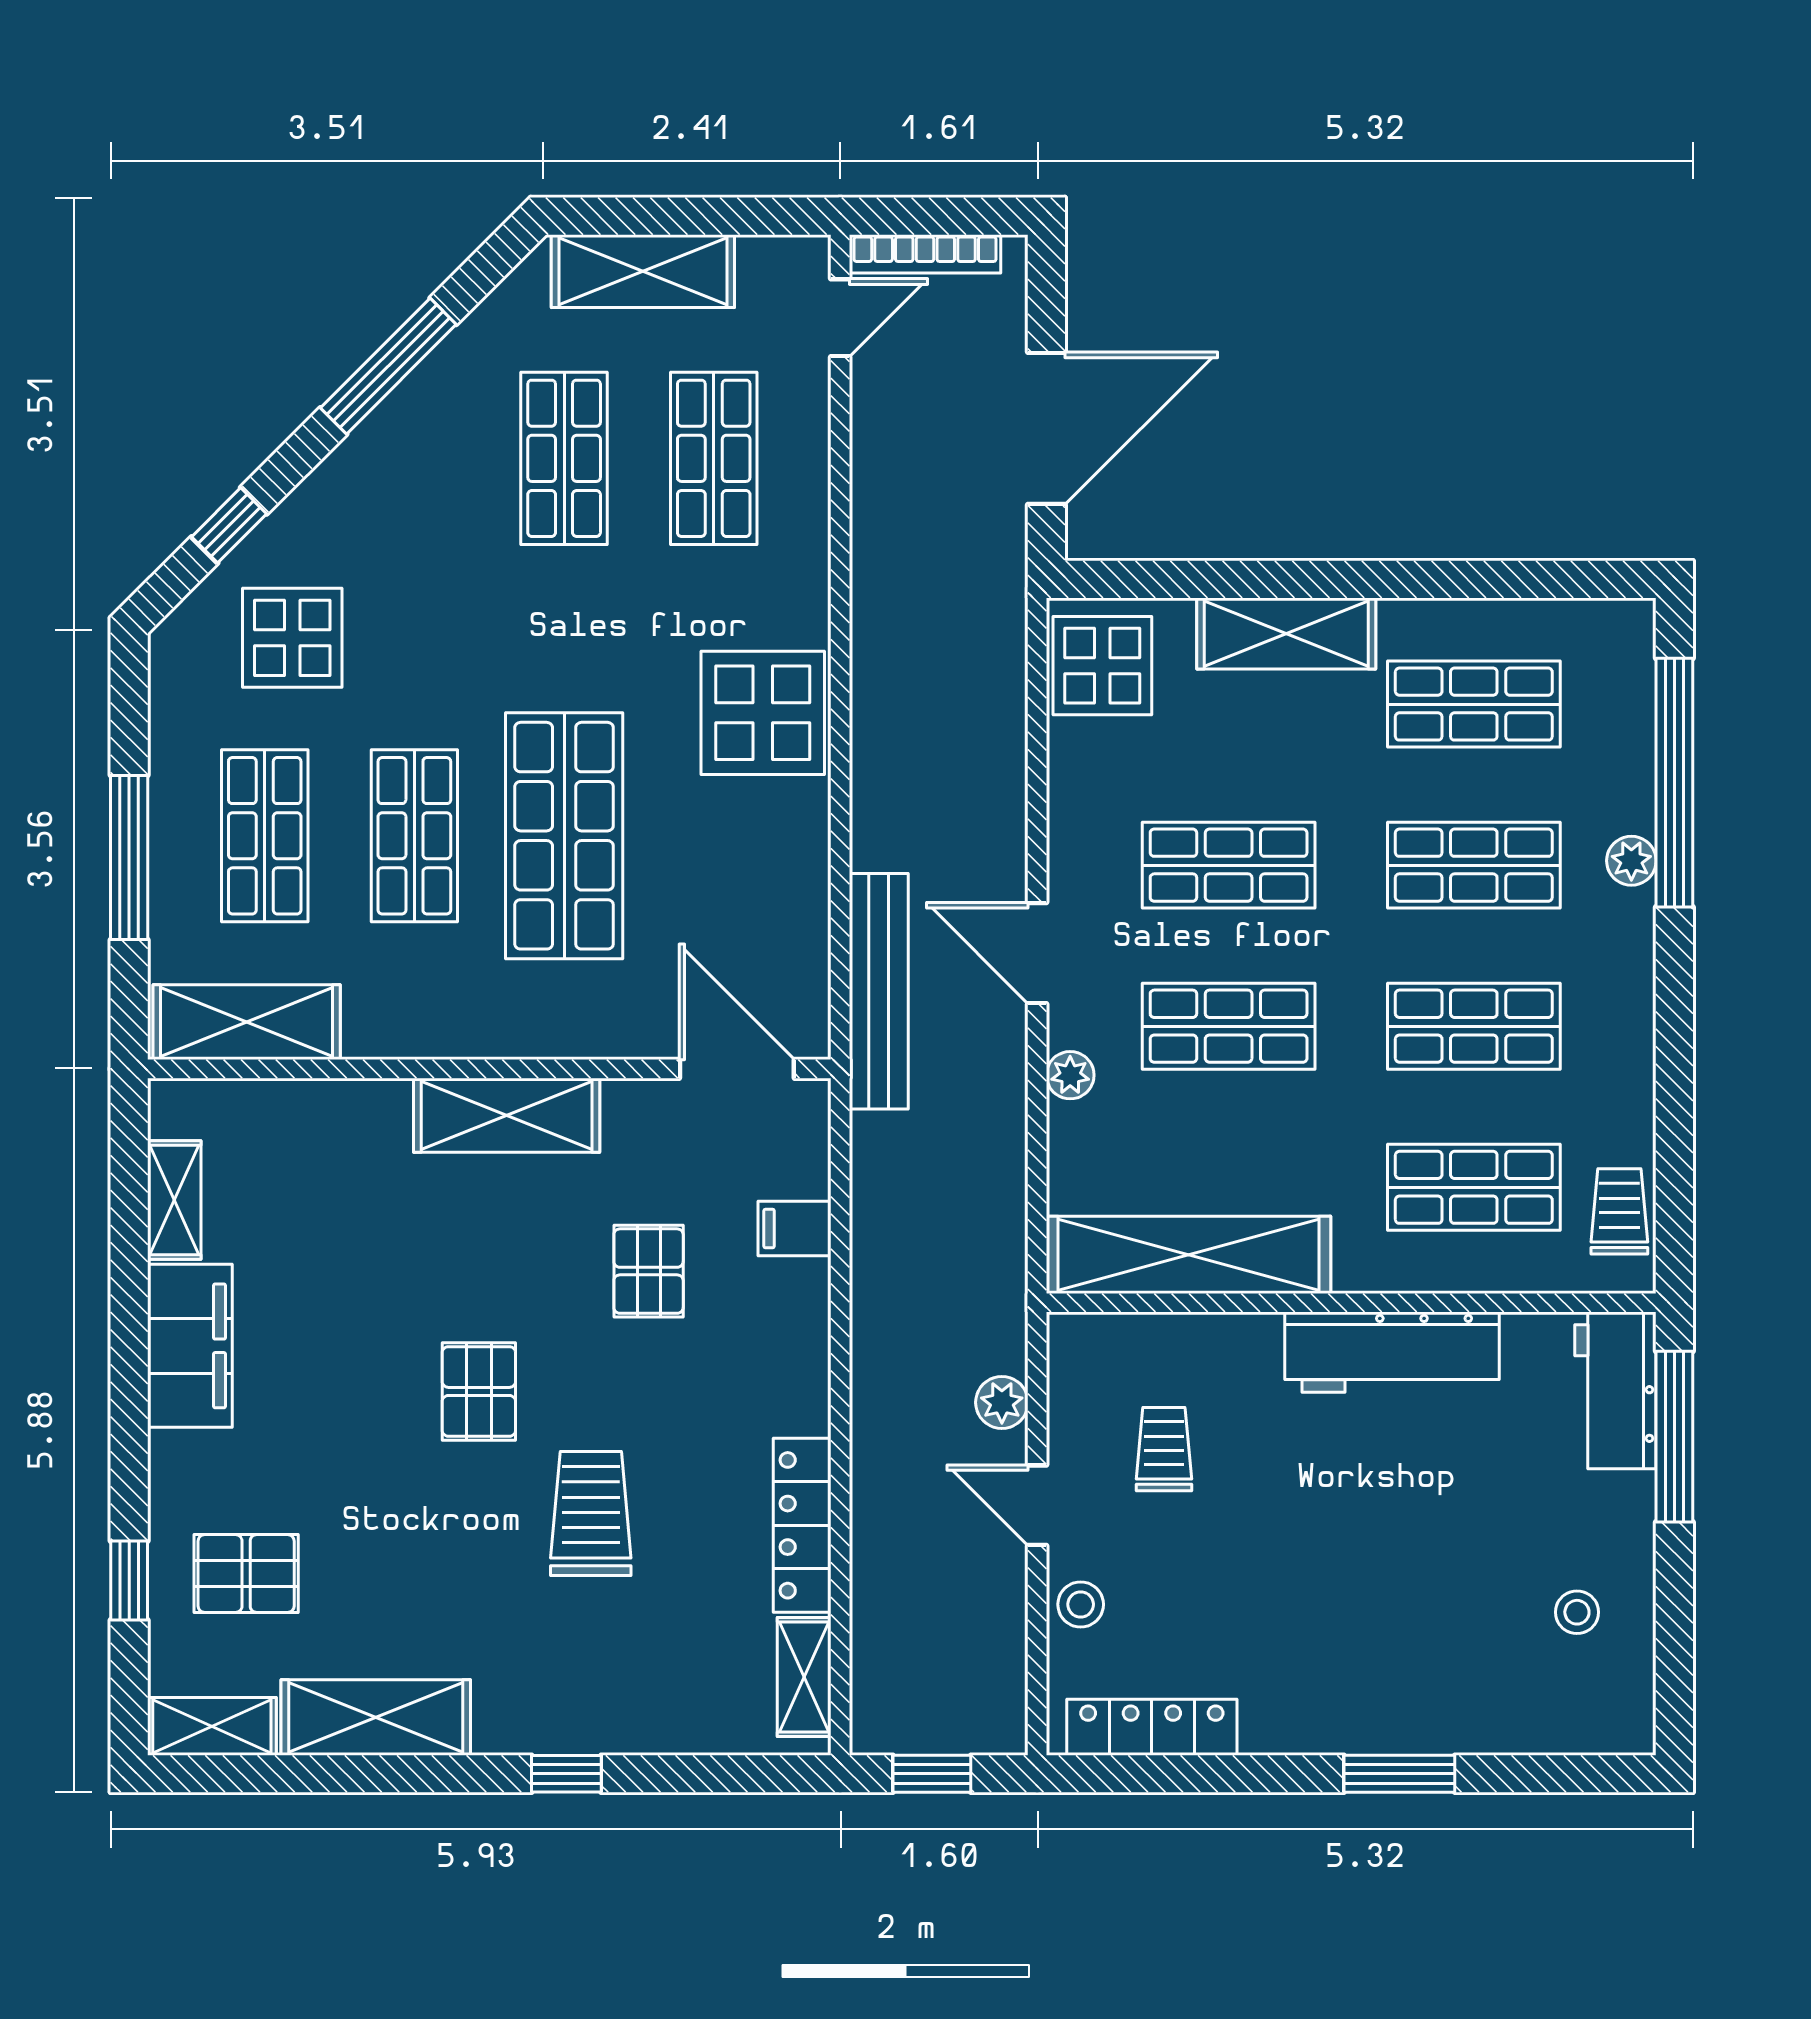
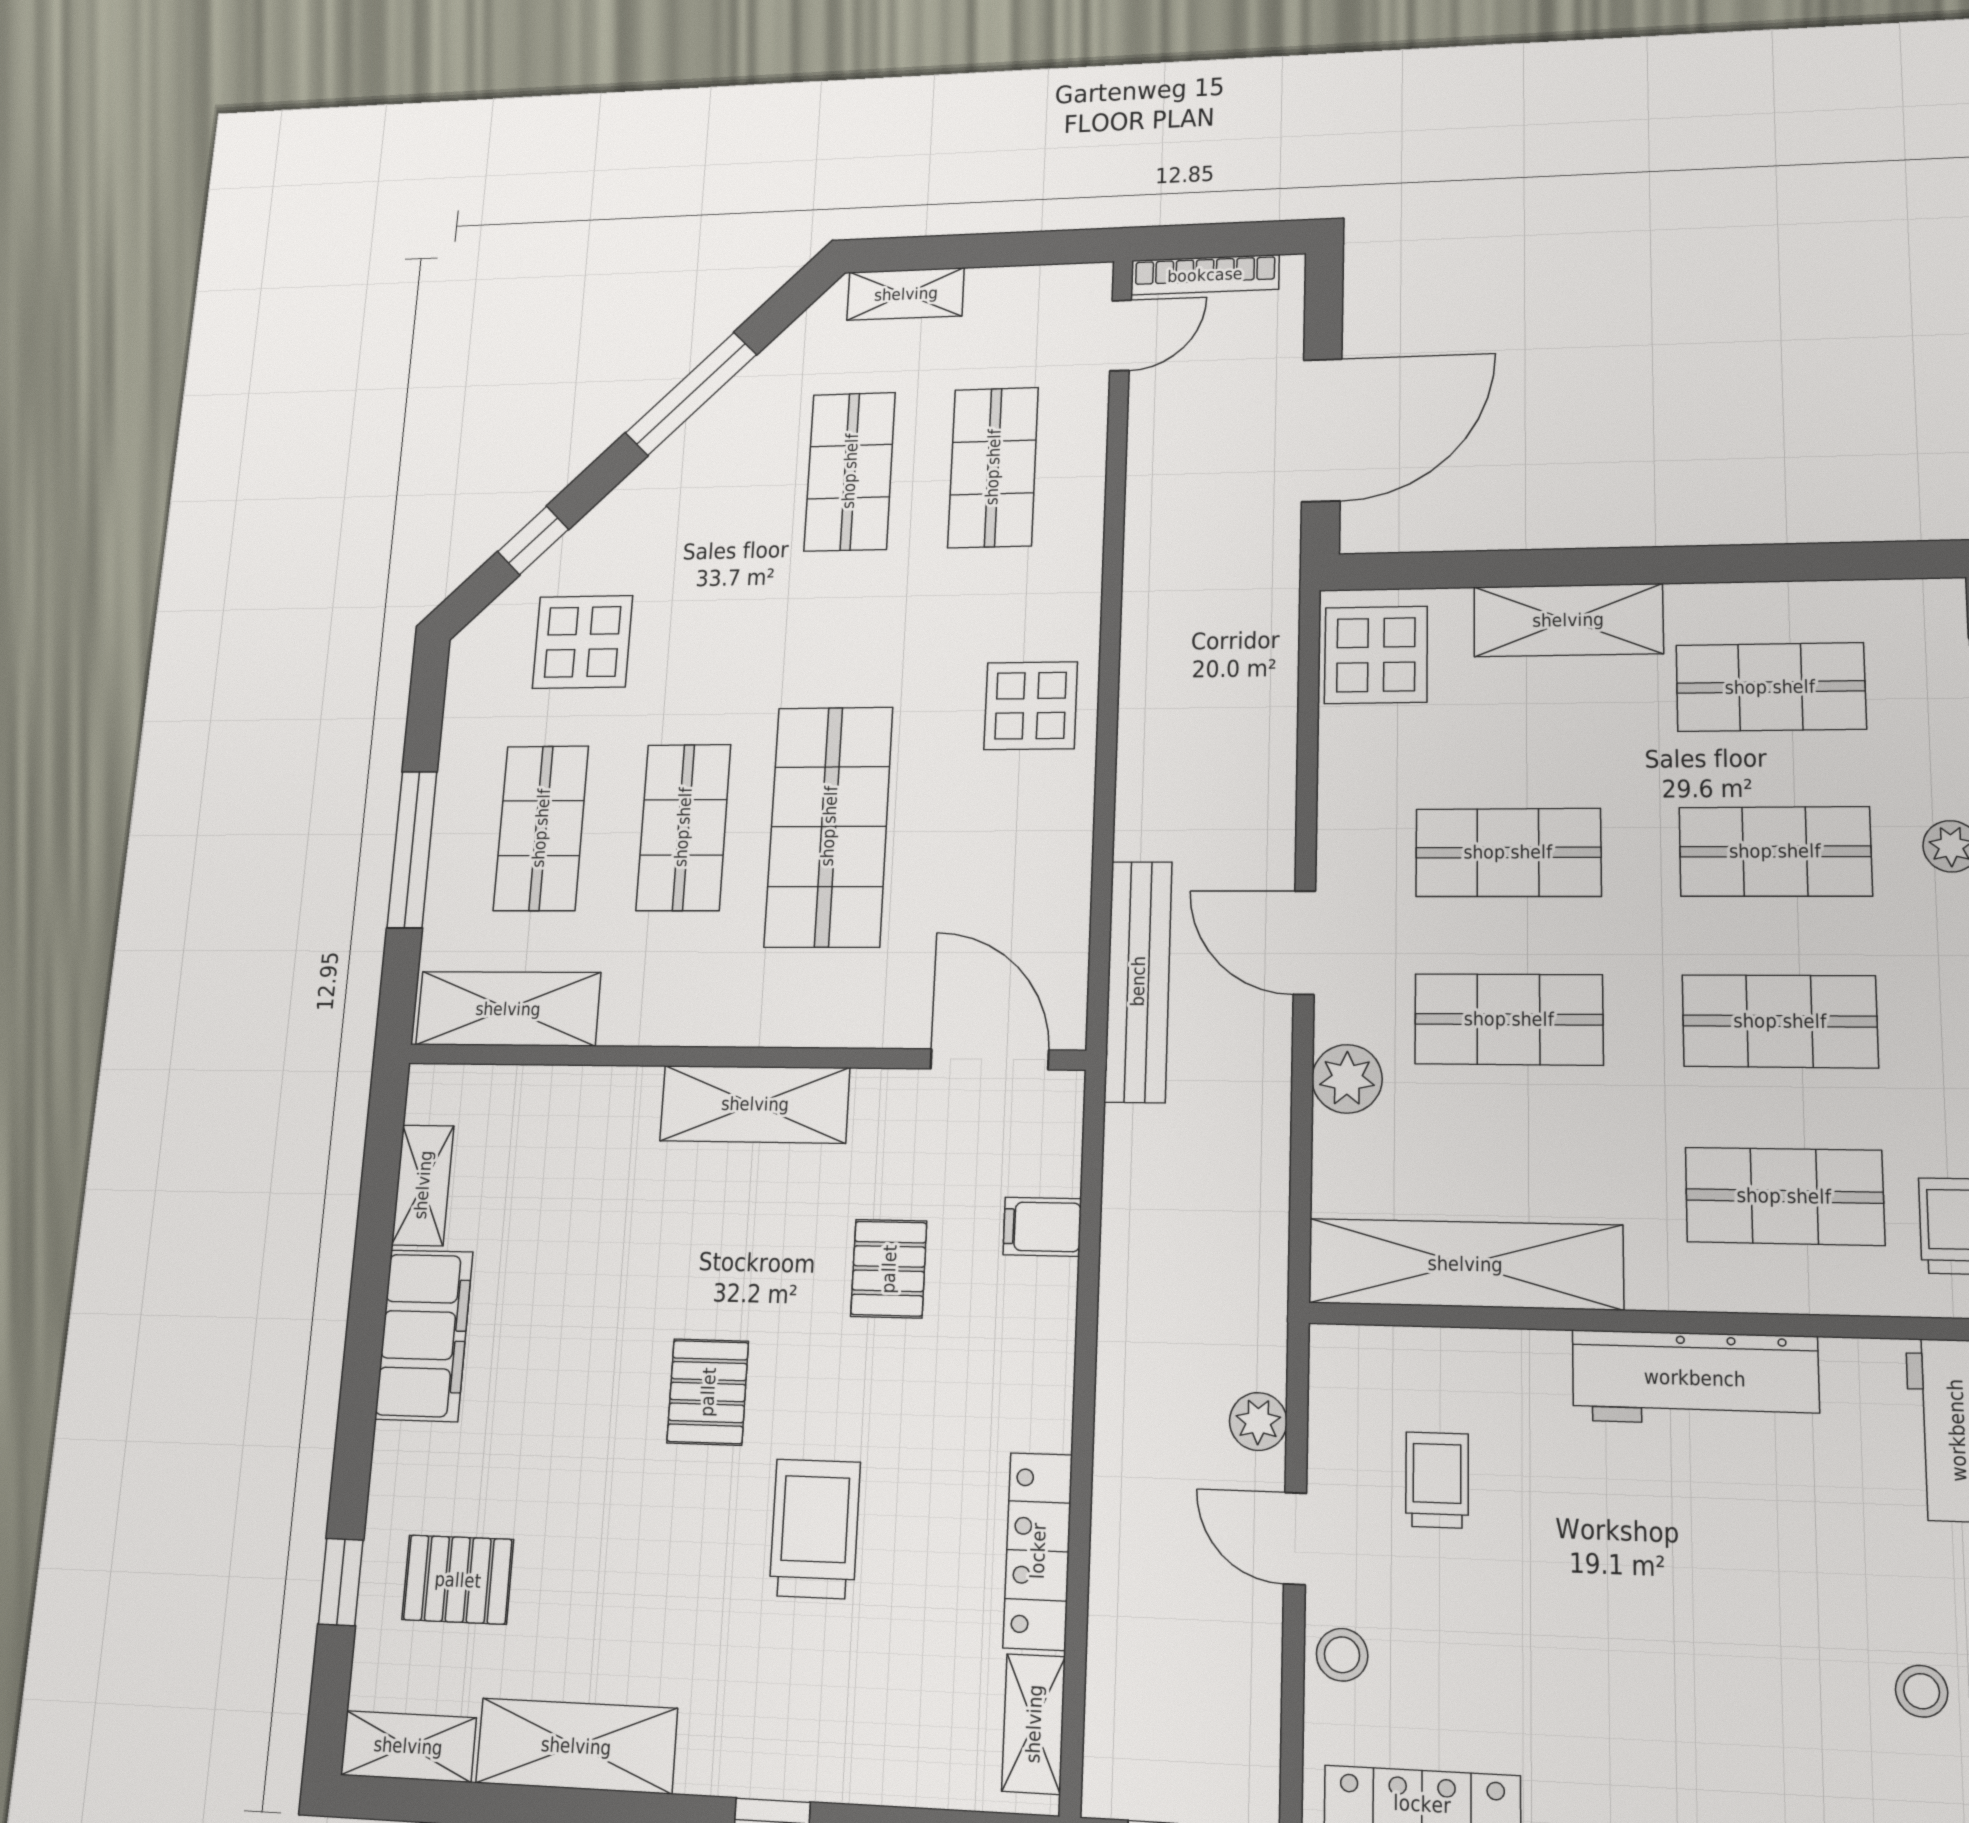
shelving: (643, 271) -> (906, 294), width x0.67, depth x0.75
display table: (763, 713) -> (1031, 706), width x0.73, depth x0.73
plant: (1070, 1075) -> (1347, 1079), width x1.38, depth x1.38

